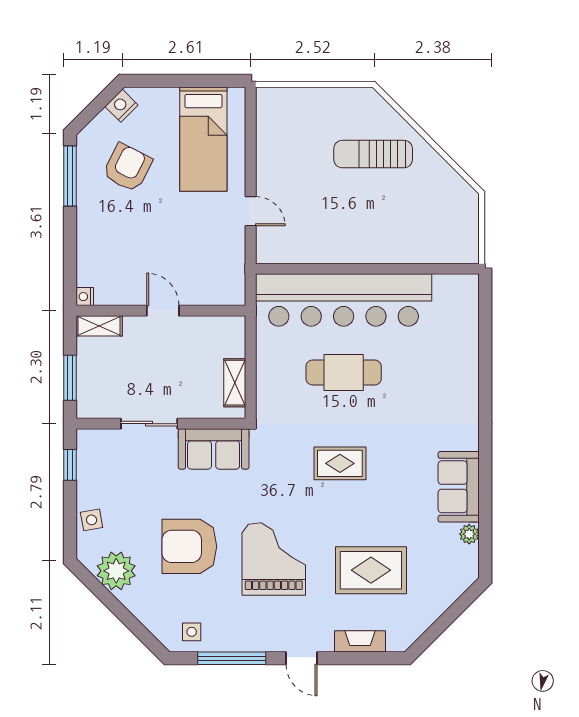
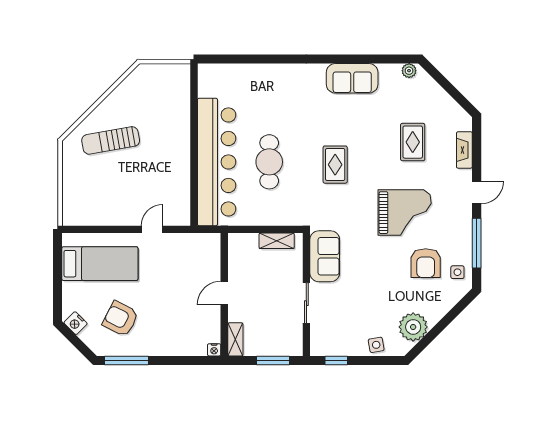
sun lounger: (373, 154) -> (111, 140), turned 80
plant: (469, 534) -> (409, 71), moved
armchair: (189, 546) -> (426, 263), moved, width x0.73, depth x0.73
grand piano: (274, 559) -> (405, 213), turned 180
rug: (371, 570) -> (413, 142), width x0.73, depth x0.70

